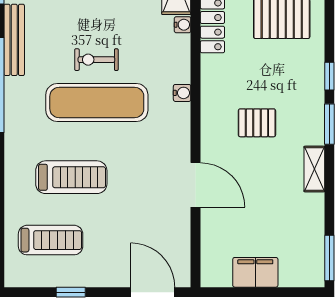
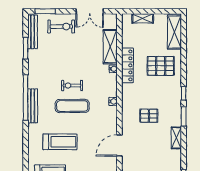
bench: (14, 40) -> (33, 106), moved
exercise mat: (97, 103) -> (72, 106), width x0.73, depth x0.69
door: (196, 185) -> (119, 145), swing flipped

